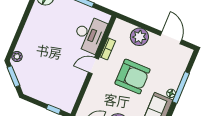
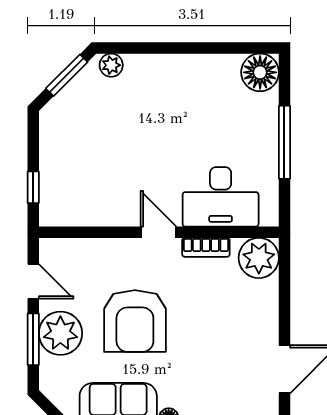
plant: (139, 37) -> (259, 258), moved
armchair: (133, 77) -> (135, 321), moved

